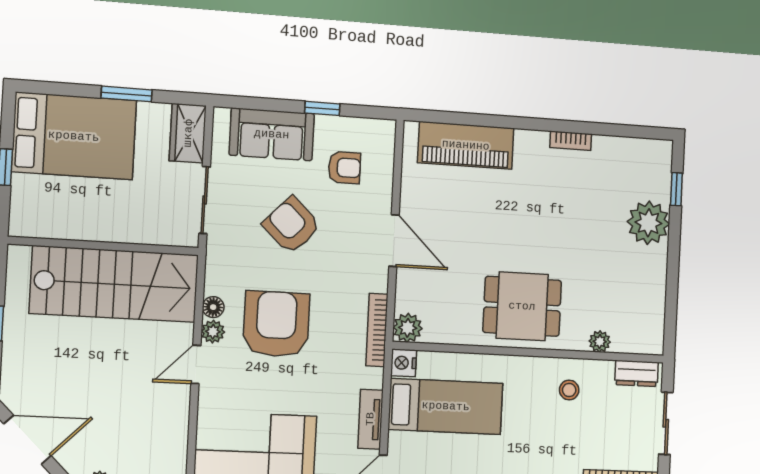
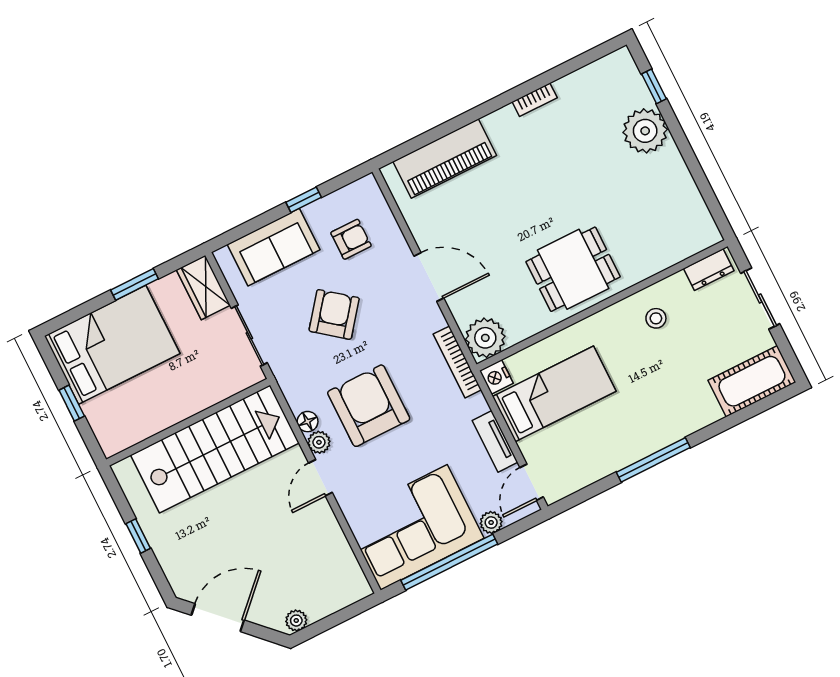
armchair: (292, 225) -> (334, 314), turned 84
plant: (408, 328) -> (485, 338), width x1.36, depth x1.36
plant: (600, 341) -> (660, 260), removed

